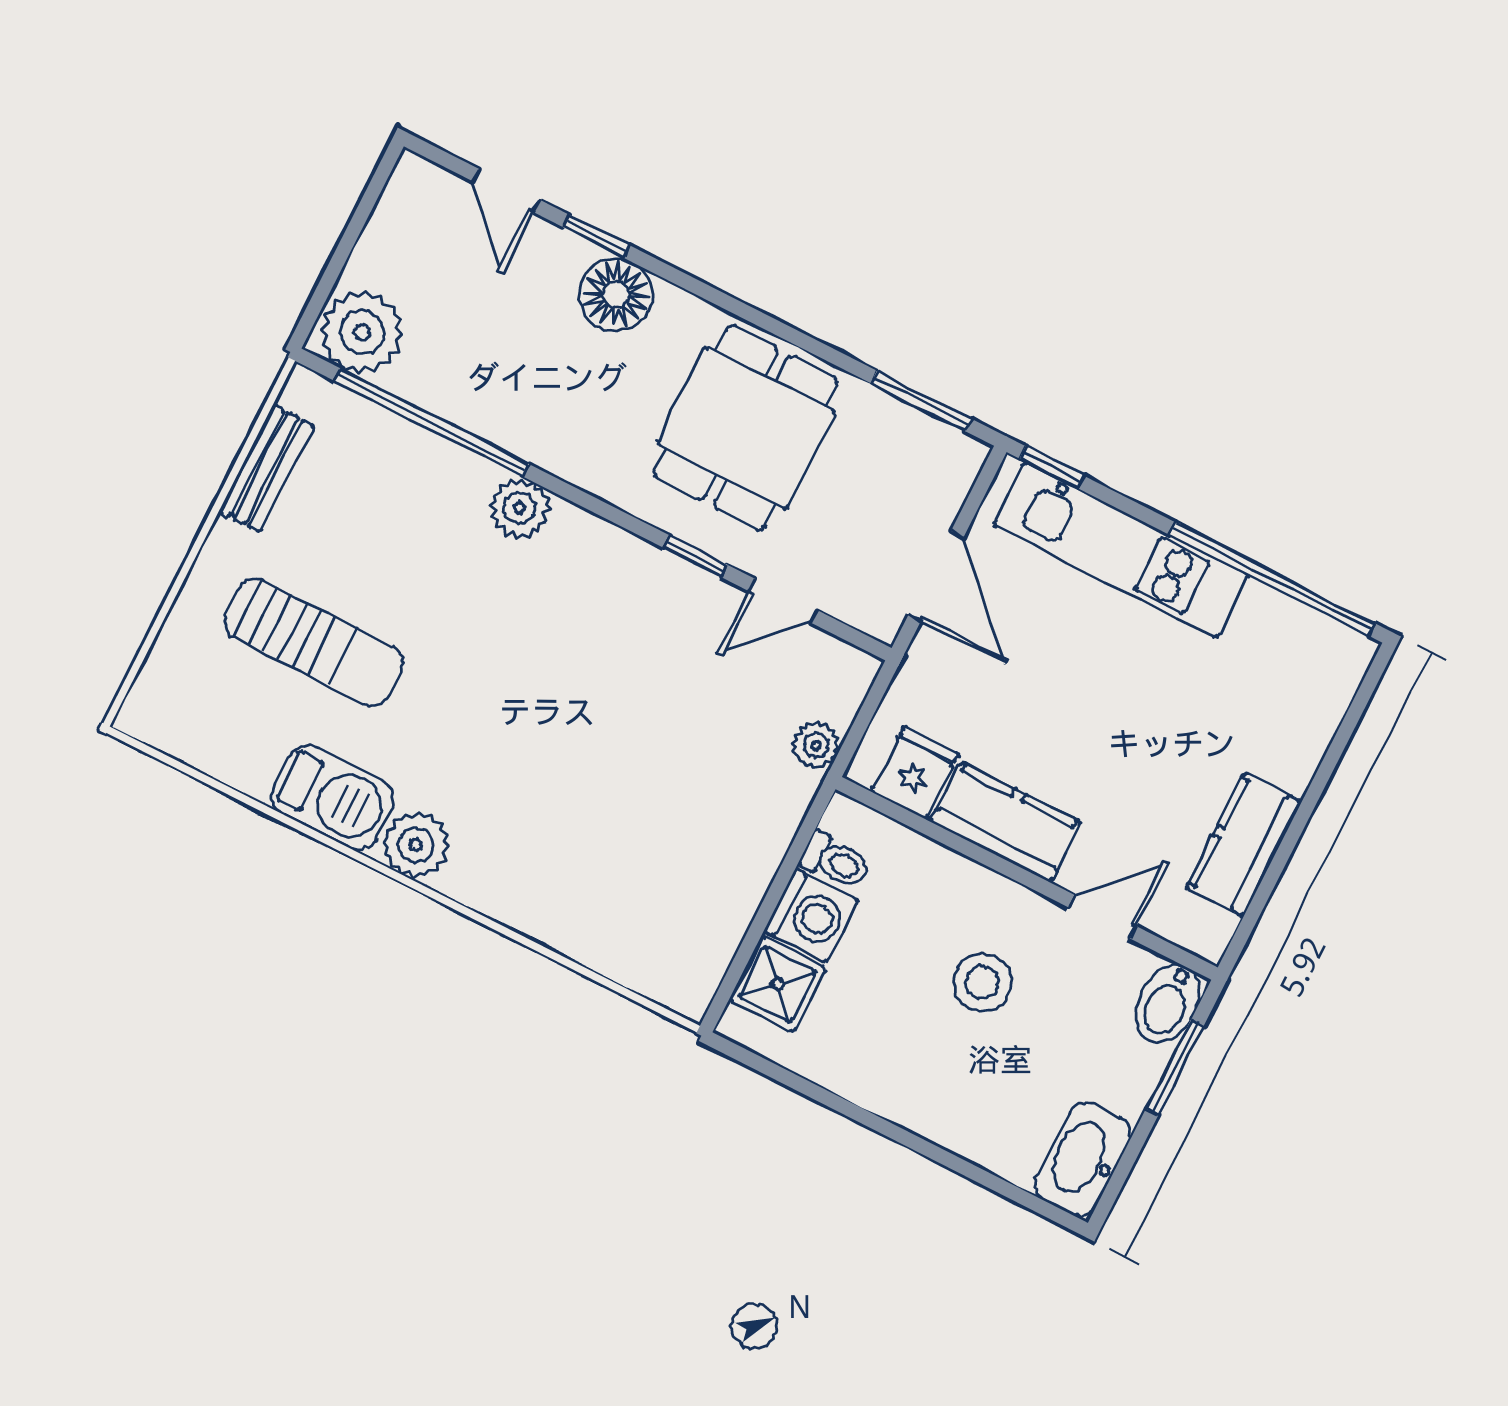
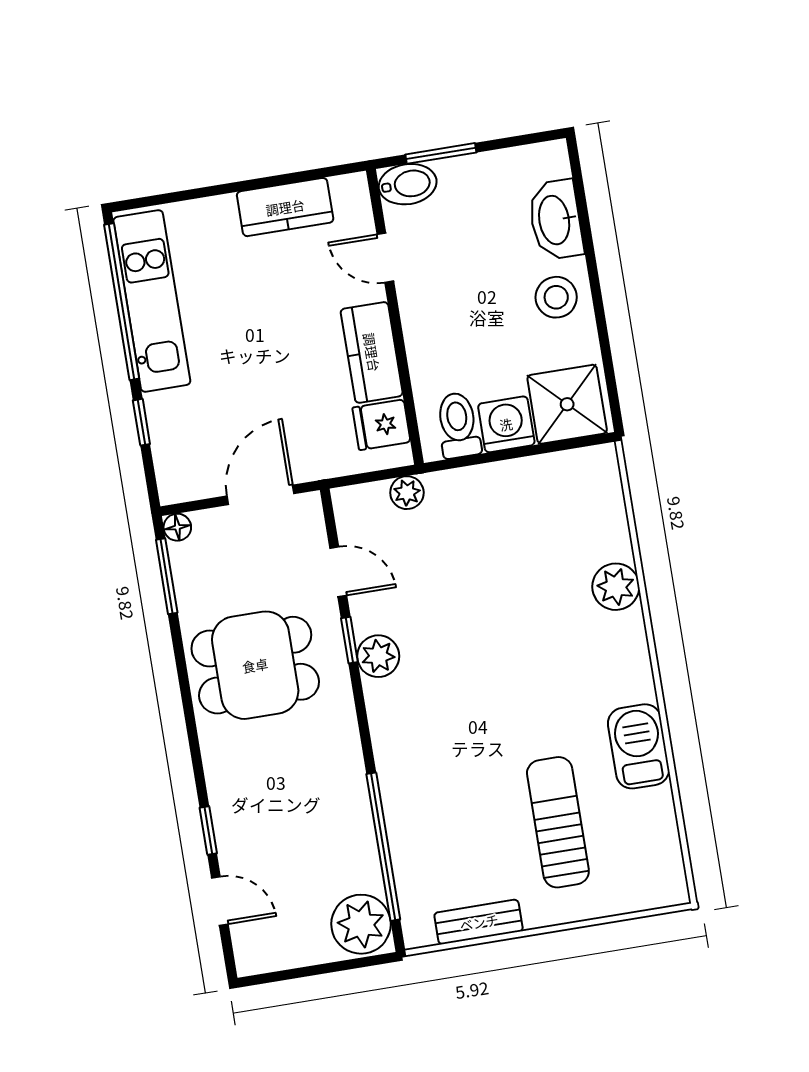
door: (506, 191) -> (220, 901), hinge flipped
floor lamp: (616, 295) -> (177, 527), moved, width x0.53, depth x0.53
window: (1052, 467) -> (141, 422), moved
plant: (520, 508) -> (378, 656), moved
kitchen unit: (1121, 550) -> (152, 301), moved
plant: (416, 845) -> (616, 587), moved
toilet: (836, 861) -> (458, 425), width x1.37, depth x1.39
stool: (982, 983) -> (556, 297), moved
shower: (777, 984) -> (567, 404), width x1.36, depth x1.36
washbasin: (1083, 1159) -> (556, 220), moved, turned 90

